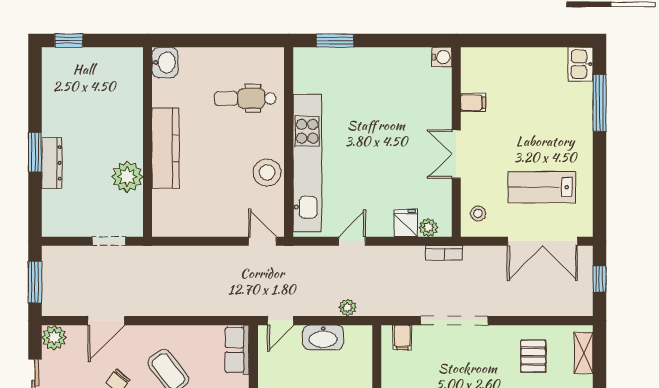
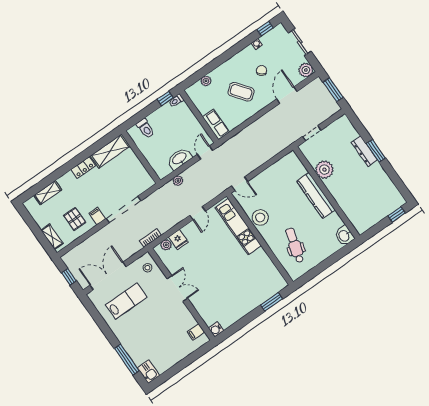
dental chair: (245, 98) -> (295, 245), turned -74
filing cabinet: (473, 103) -> (196, 332), moved
kitchen unit: (307, 163) -> (238, 227), width x0.73
filing cabinet: (402, 337) -> (97, 216), moved

